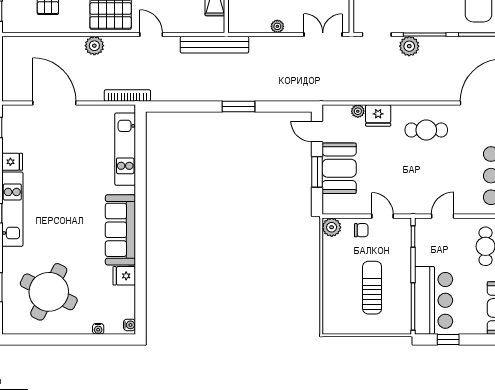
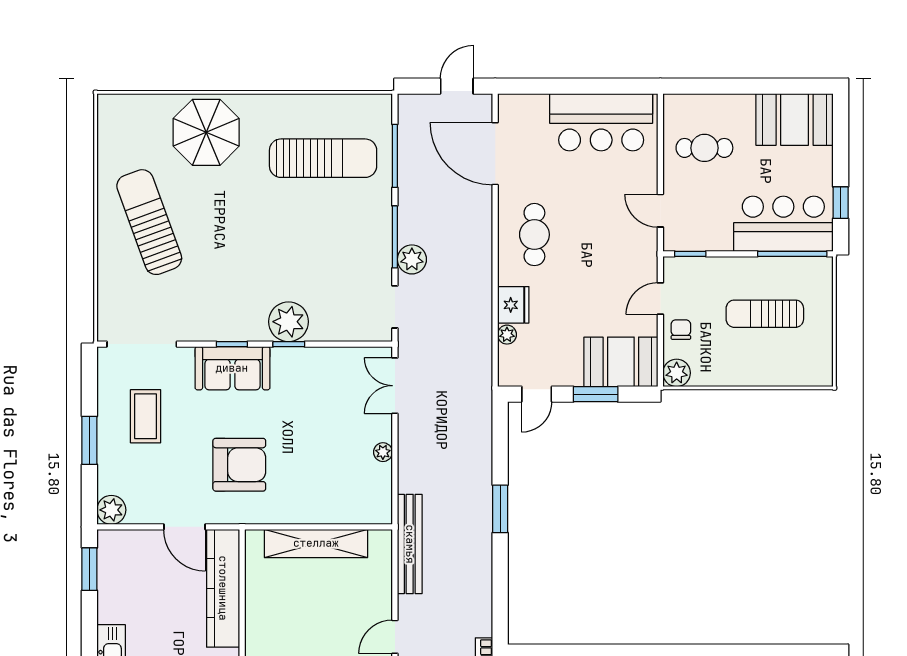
booth: (339, 168) -> (621, 362), moved

